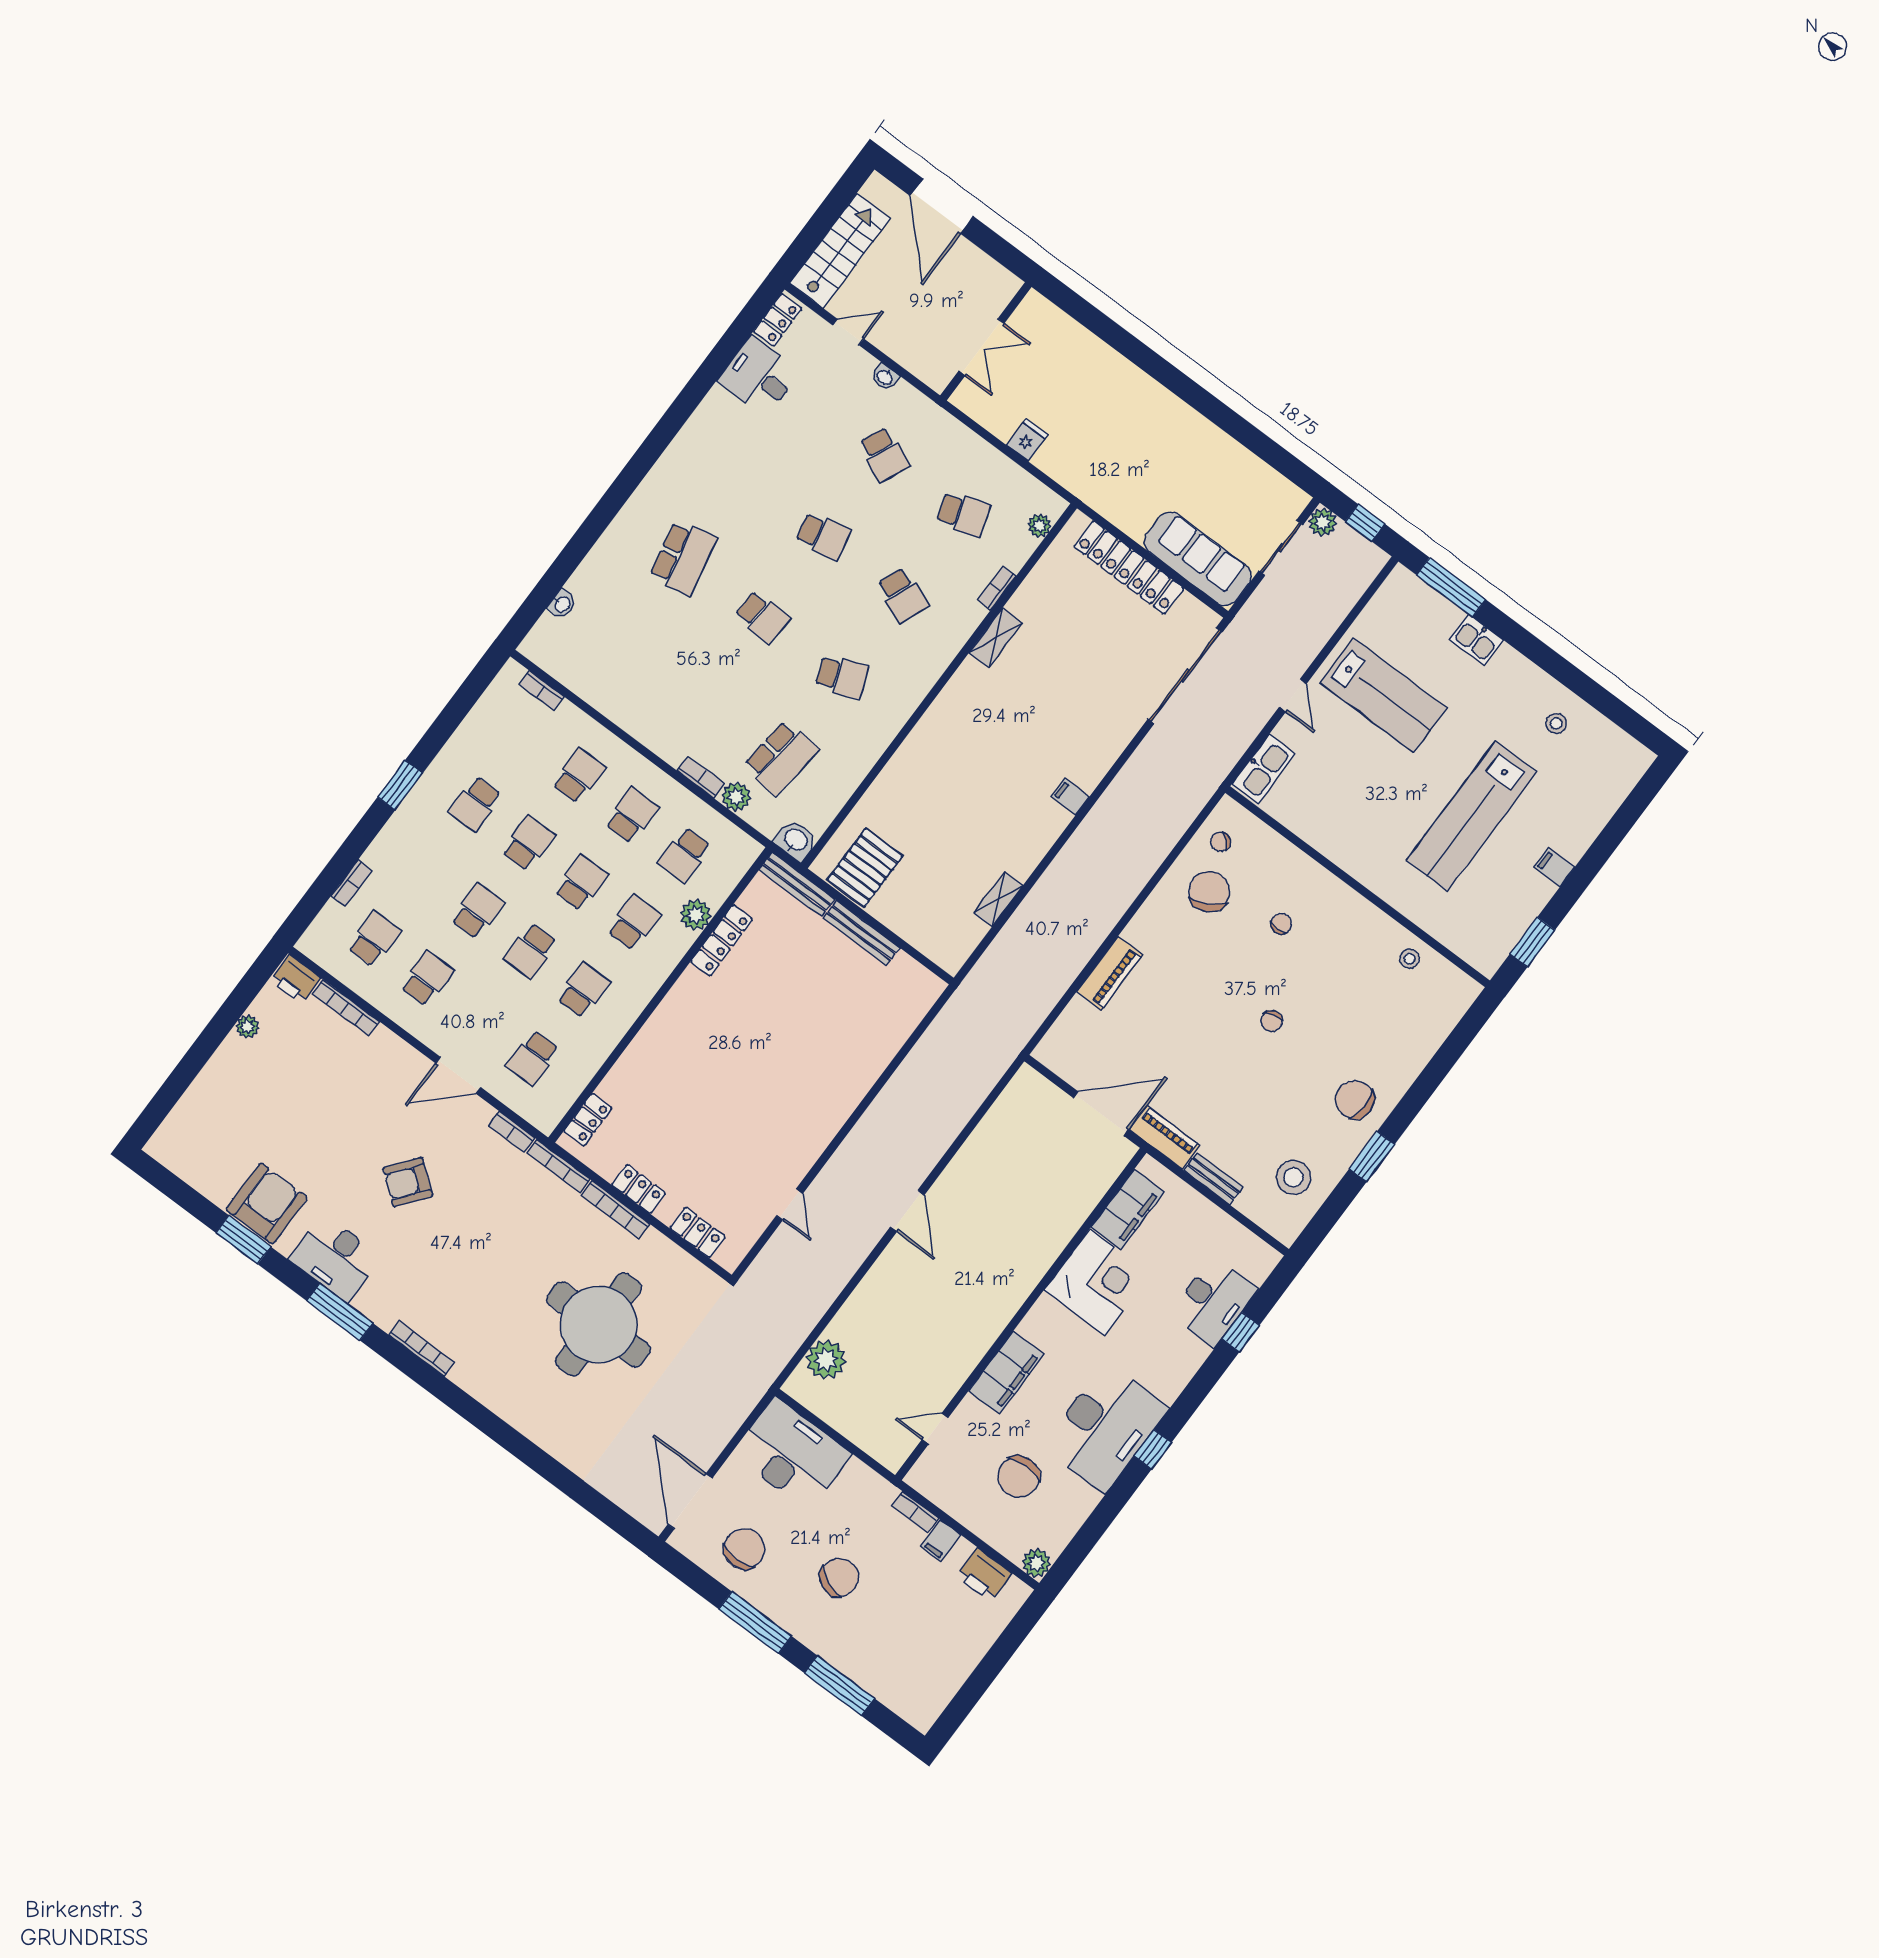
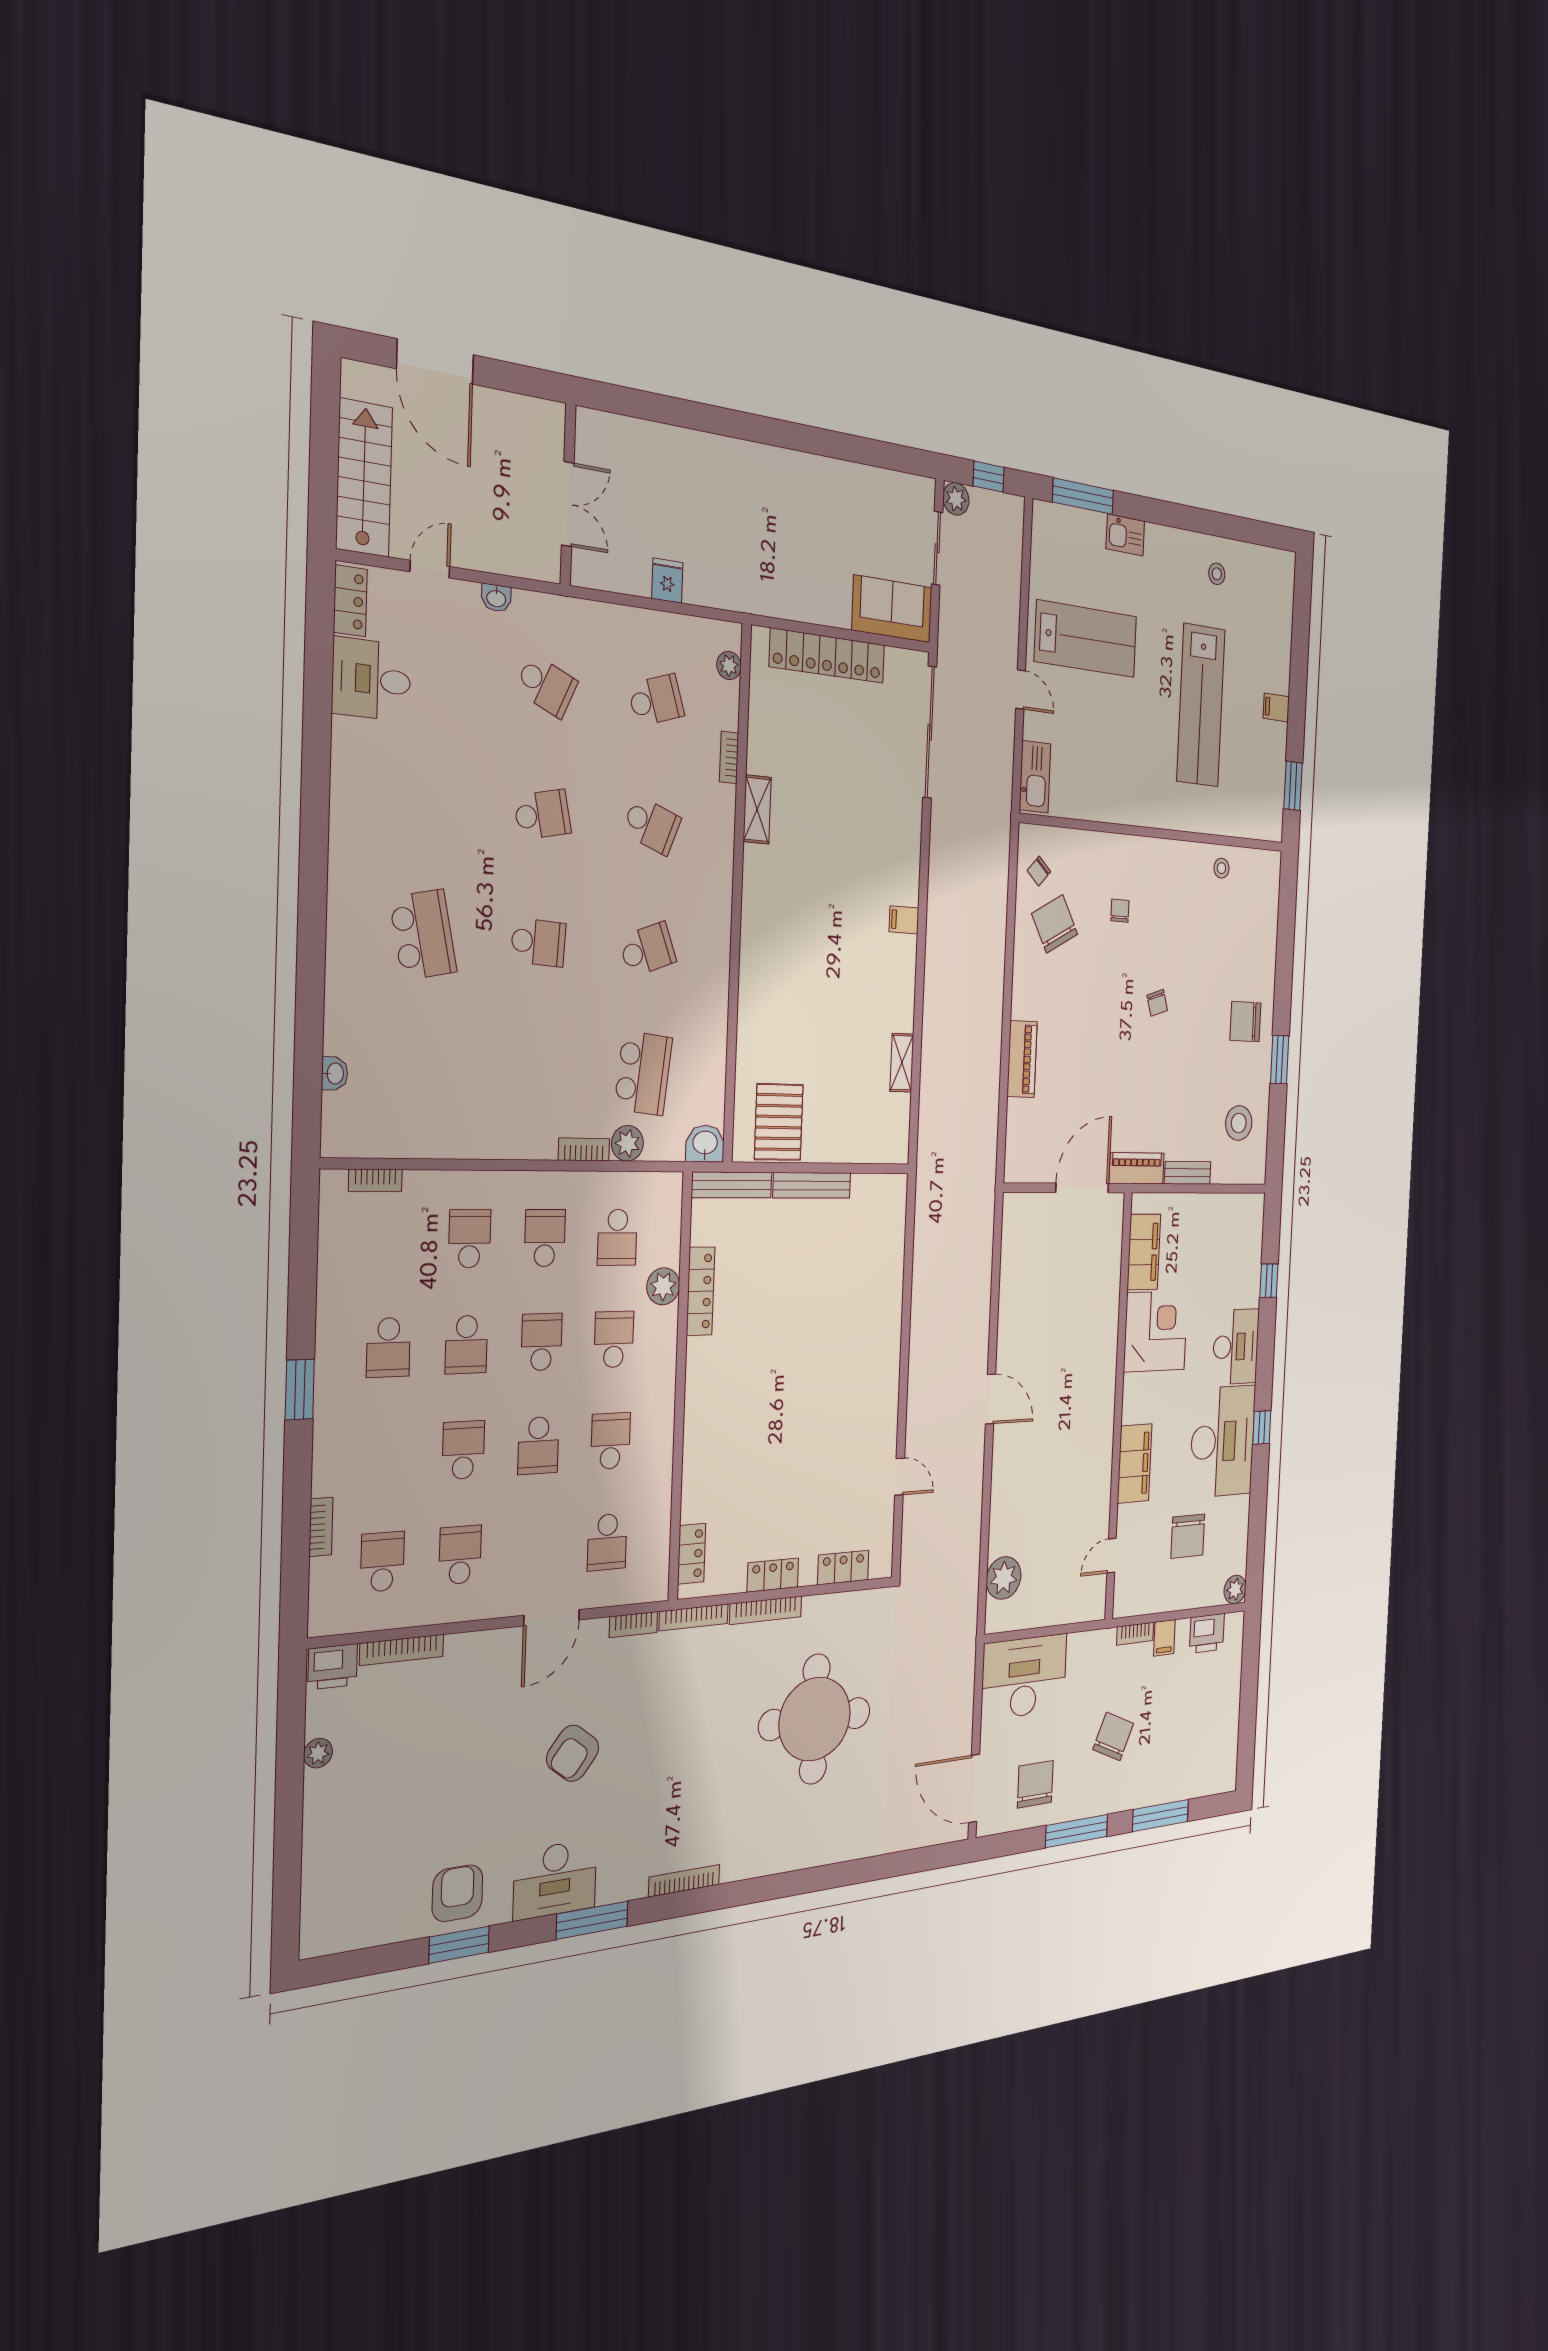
sofa: (1198, 559) -> (892, 609), width x0.73
school desk: (528, 843) -> (466, 1345), turned 180
armchair: (267, 1204) -> (457, 1893), width x0.73, depth x0.73
desk: (1214, 1301) -> (1236, 1347), moved

